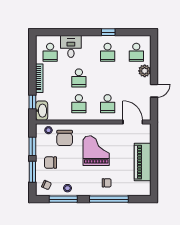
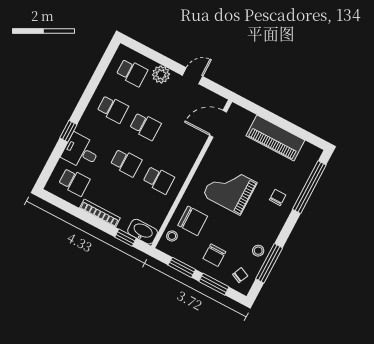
window: (108, 32) -> (68, 131), moved
door: (154, 91) -> (192, 76), hinge flipped
school desk: (108, 104) -> (145, 126), moved
window: (109, 199) -> (309, 187), moved

